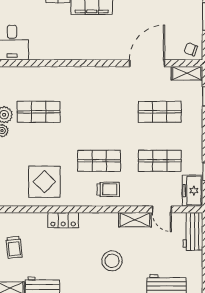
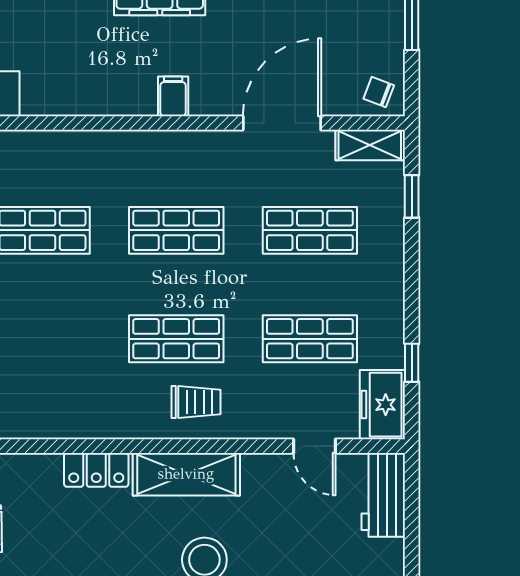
filing cabinet: (98, 51) -> (173, 96), added
shop shelf: (99, 112) -> (176, 230), added
display table: (44, 182) -> (55, 385), removed
shelving: (135, 220) -> (186, 474), moved, width x1.50, depth x1.33

